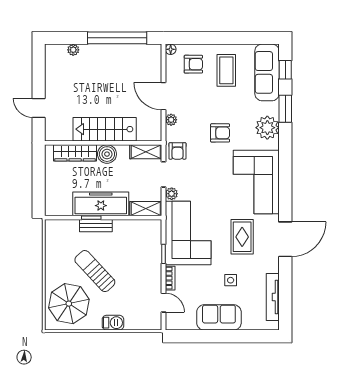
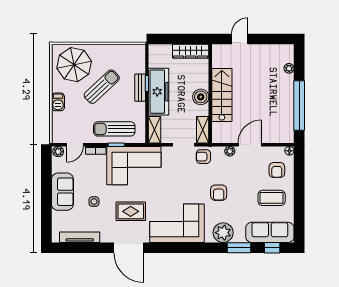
wardrobe: (75, 153) -> (191, 51), moved, turned -90
plant: (172, 194) -> (58, 152), moved
sun lounger: (145, 256) -> (114, 129), added

